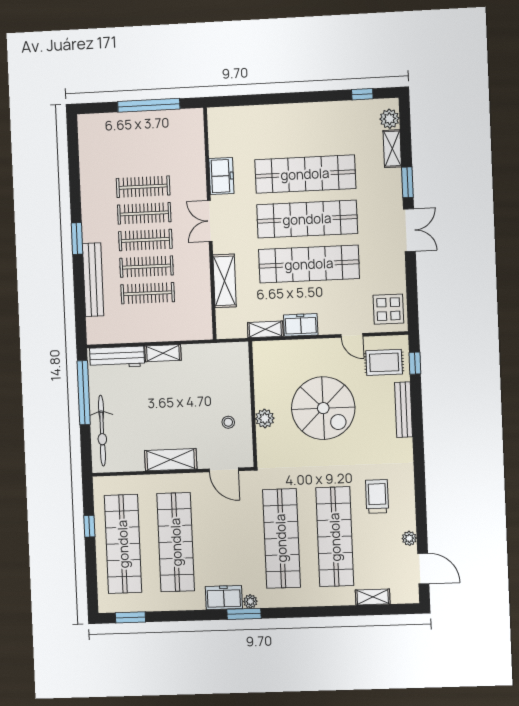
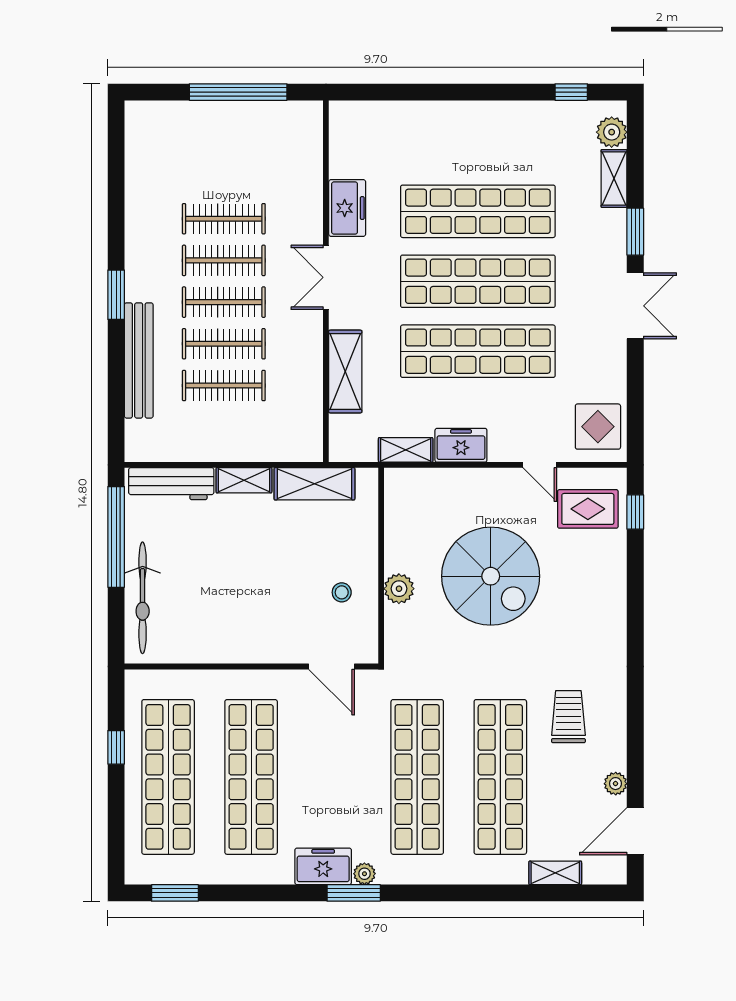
bench: (404, 410) -> (615, 583), removed
shelving: (171, 460) -> (314, 484), moved
door: (423, 569) -> (635, 831), swing flipped

